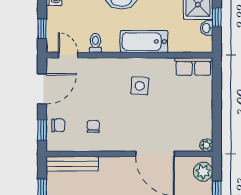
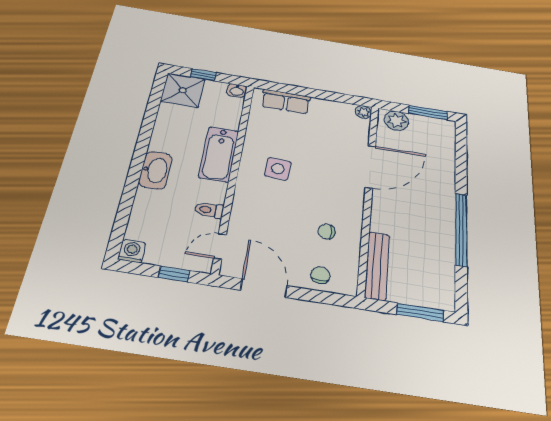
washbasin: (207, 28) -> (237, 91), moved
row of seats: (193, 66) -> (286, 102), moved, turned 90
window: (42, 130) -> (325, 298), removed

